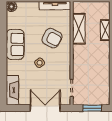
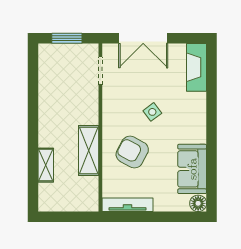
shelving: (79, 29) -> (89, 151), moved
sofa: (15, 44) -> (192, 169), moved

